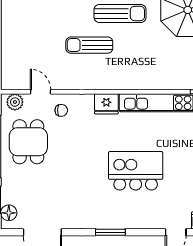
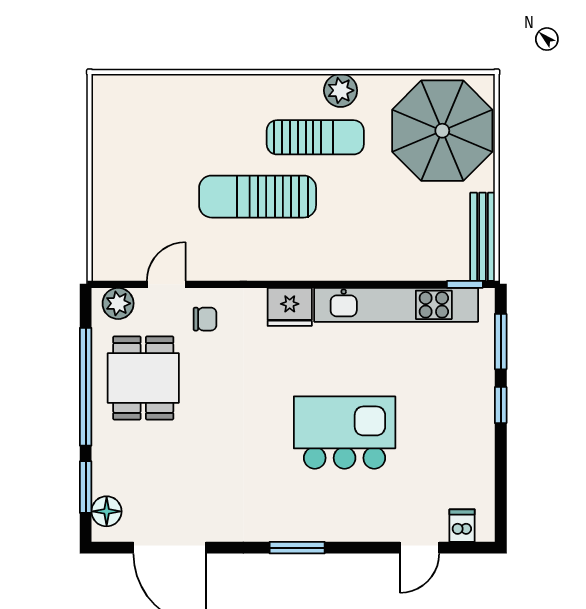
sun lounger: (89, 45) -> (258, 197), width x1.36, depth x1.34
door: (41, 92) -> (166, 284), hinge flipped

